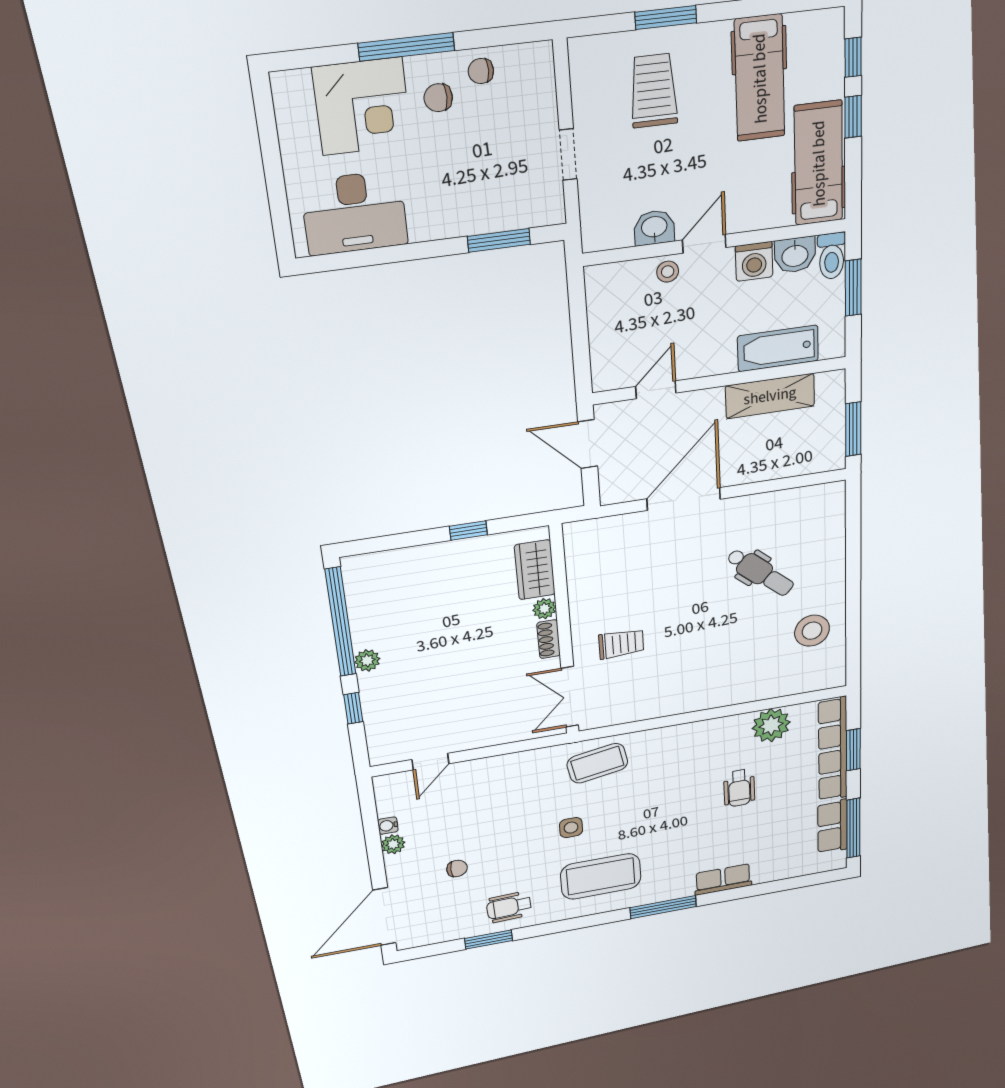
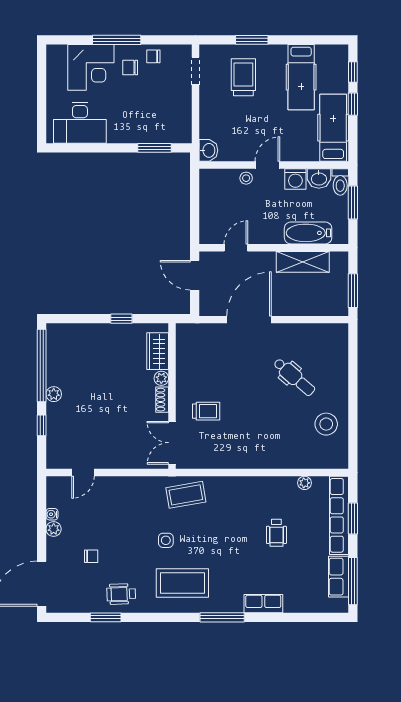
doorway: (568, 155) -> (195, 71), moved
washbasin: (654, 228) -> (208, 150), moved, turned 90
plant: (771, 725) -> (304, 483), width x0.53, depth x0.53

